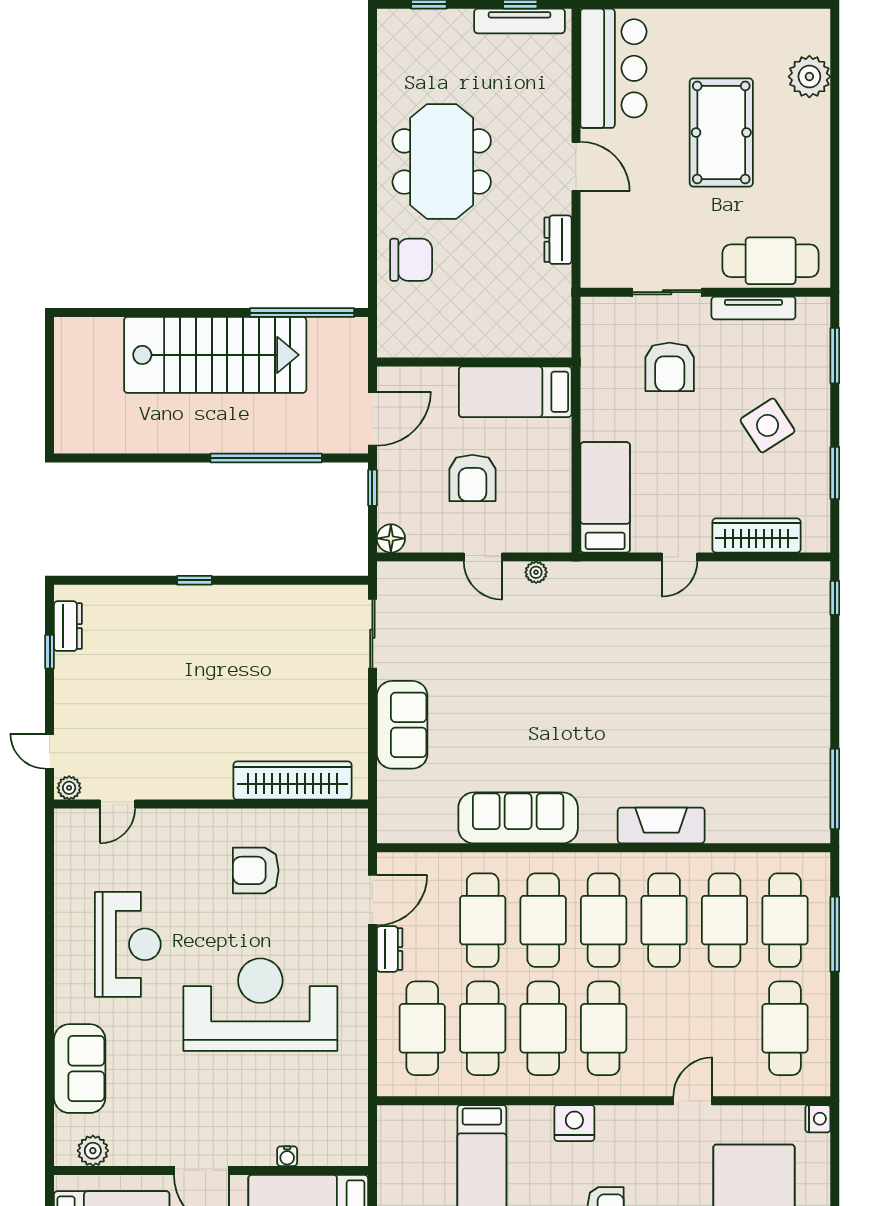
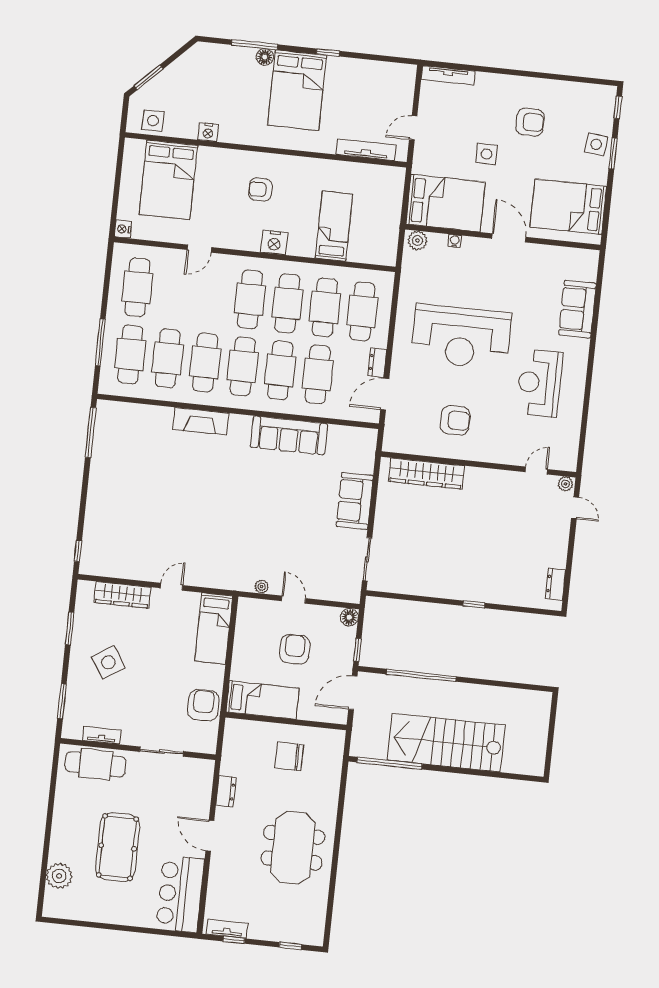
tv unit: (520, 21) -> (227, 929), width x0.71
chair: (411, 260) -> (289, 756), moved
tv unit: (753, 308) -> (102, 735), width x0.71
armchair: (670, 367) -> (203, 705), moved
window: (50, 652) -> (568, 570), removed
plant: (93, 1151) -> (417, 240), moved

